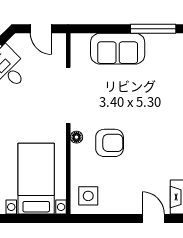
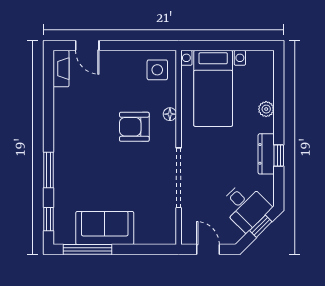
sofa: (118, 49) -> (105, 228), moved
floor lamp: (76, 137) -> (170, 114), moved

